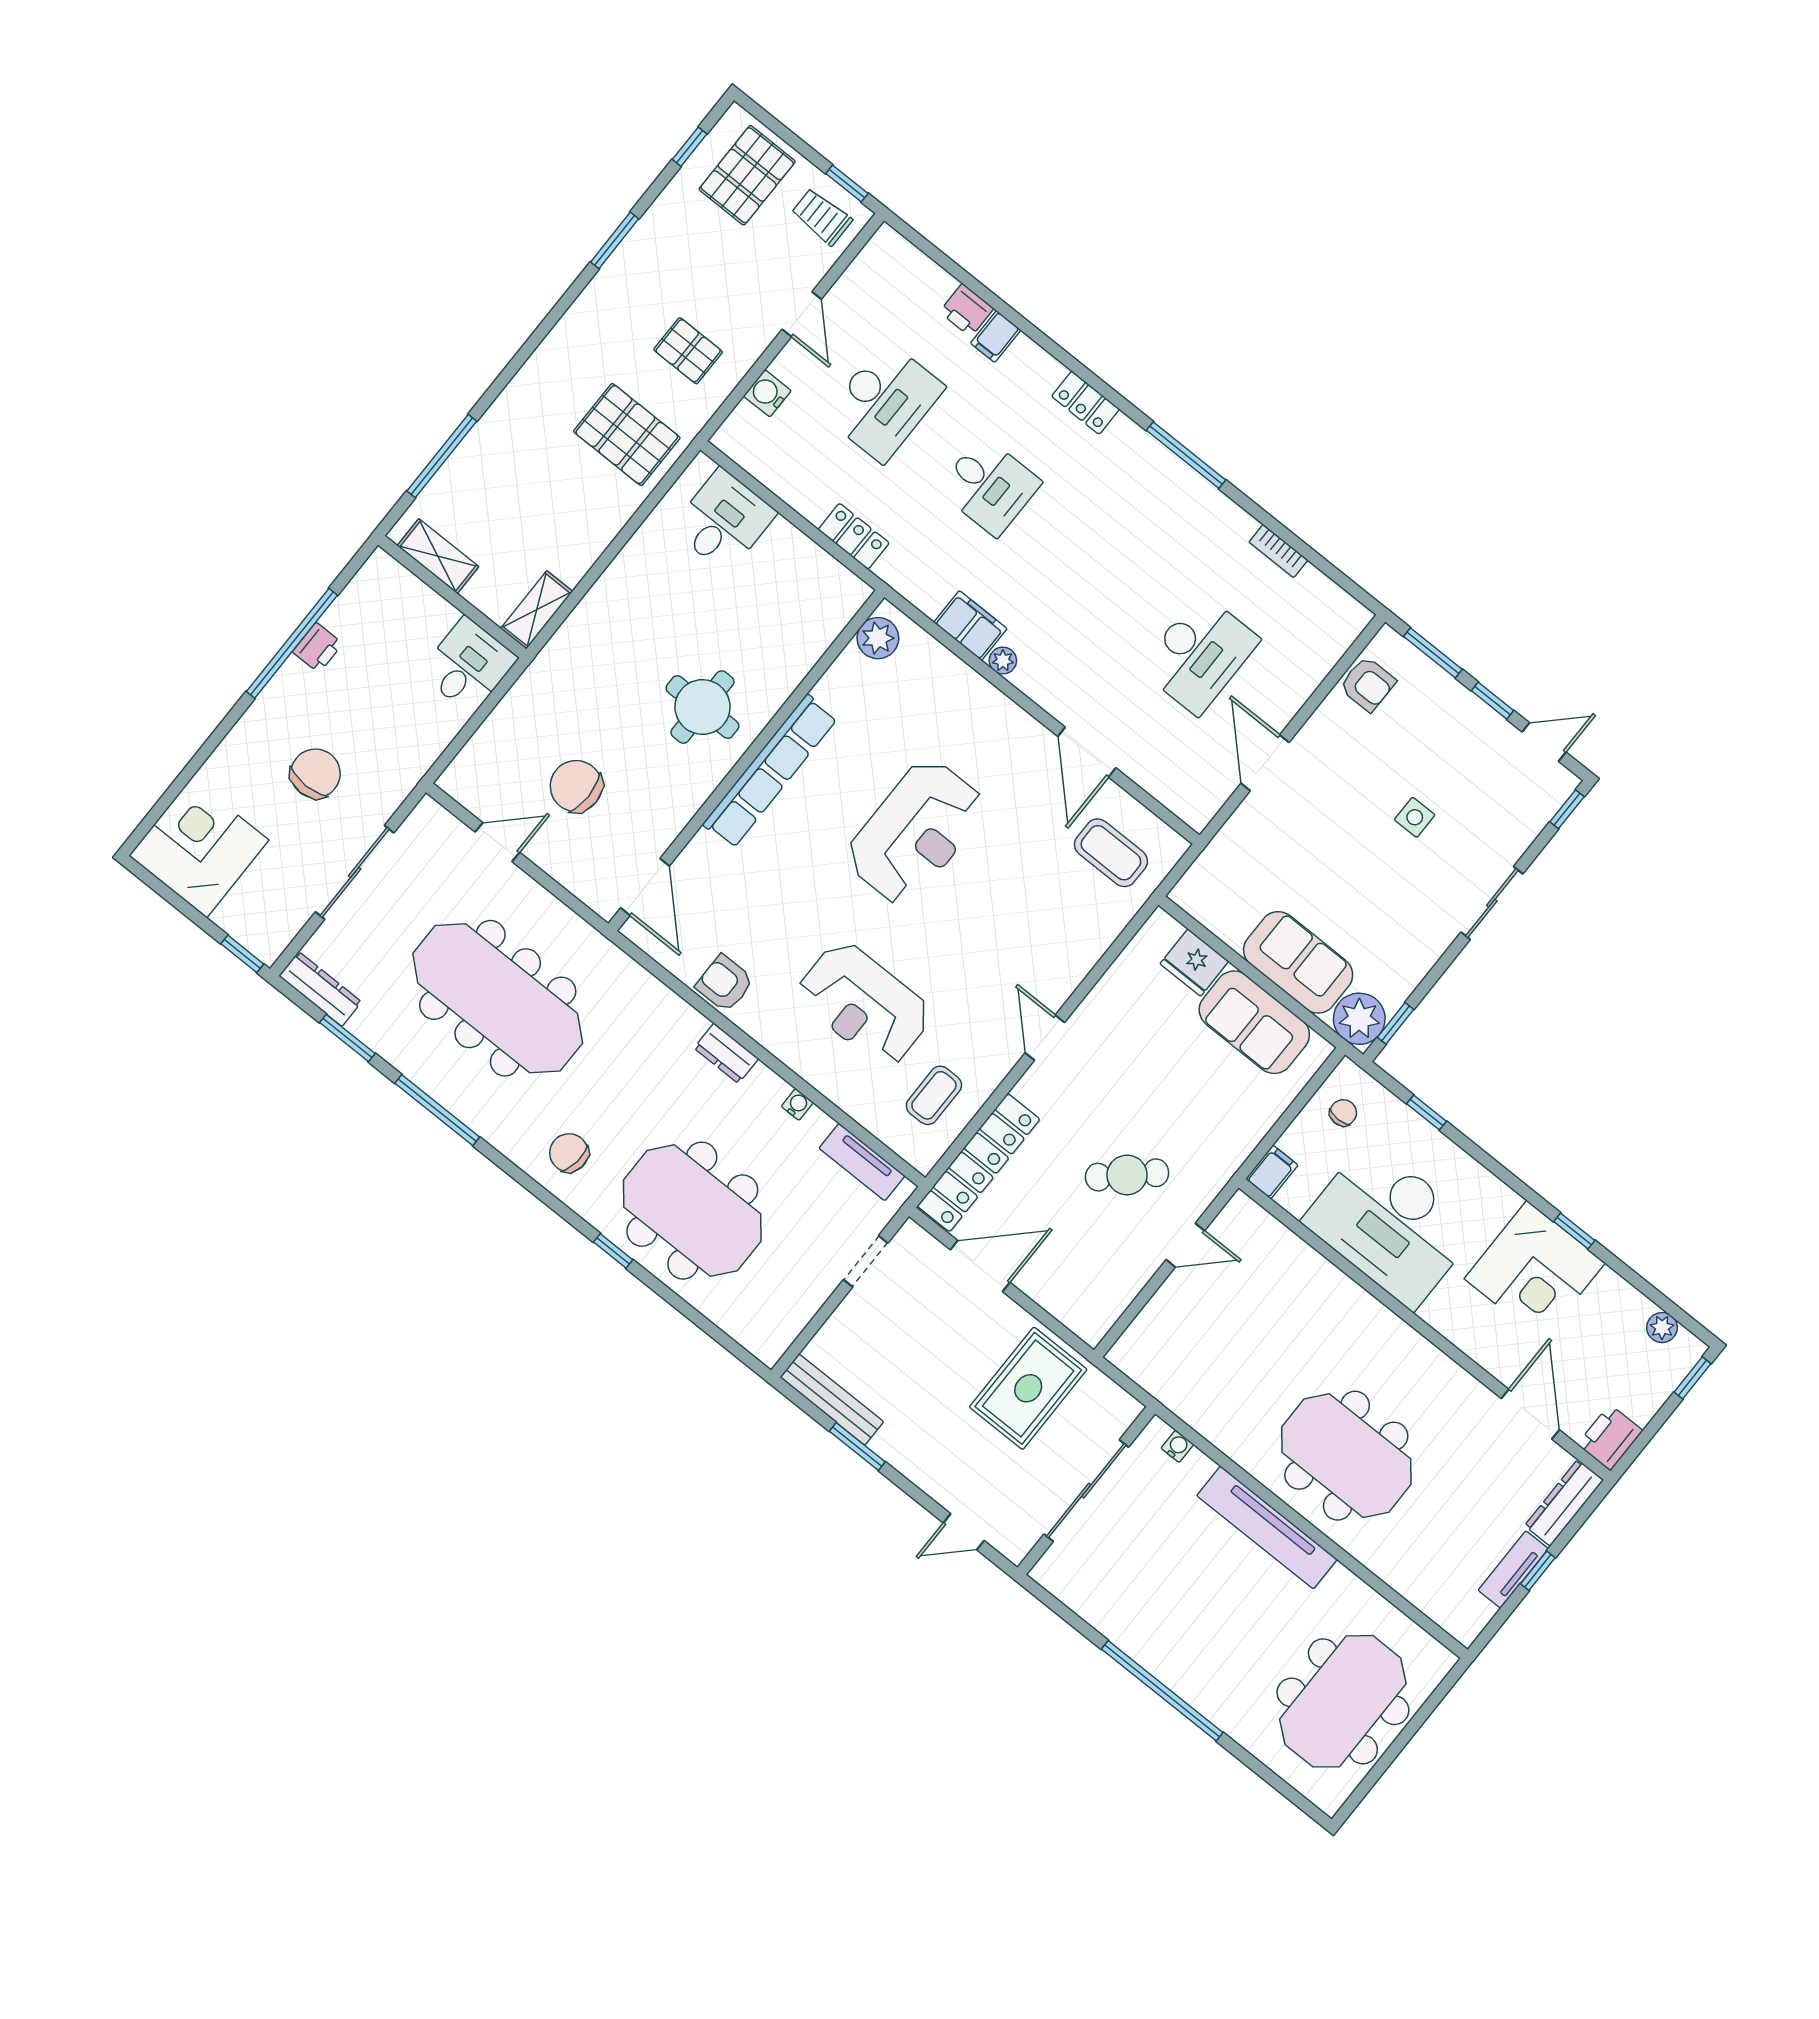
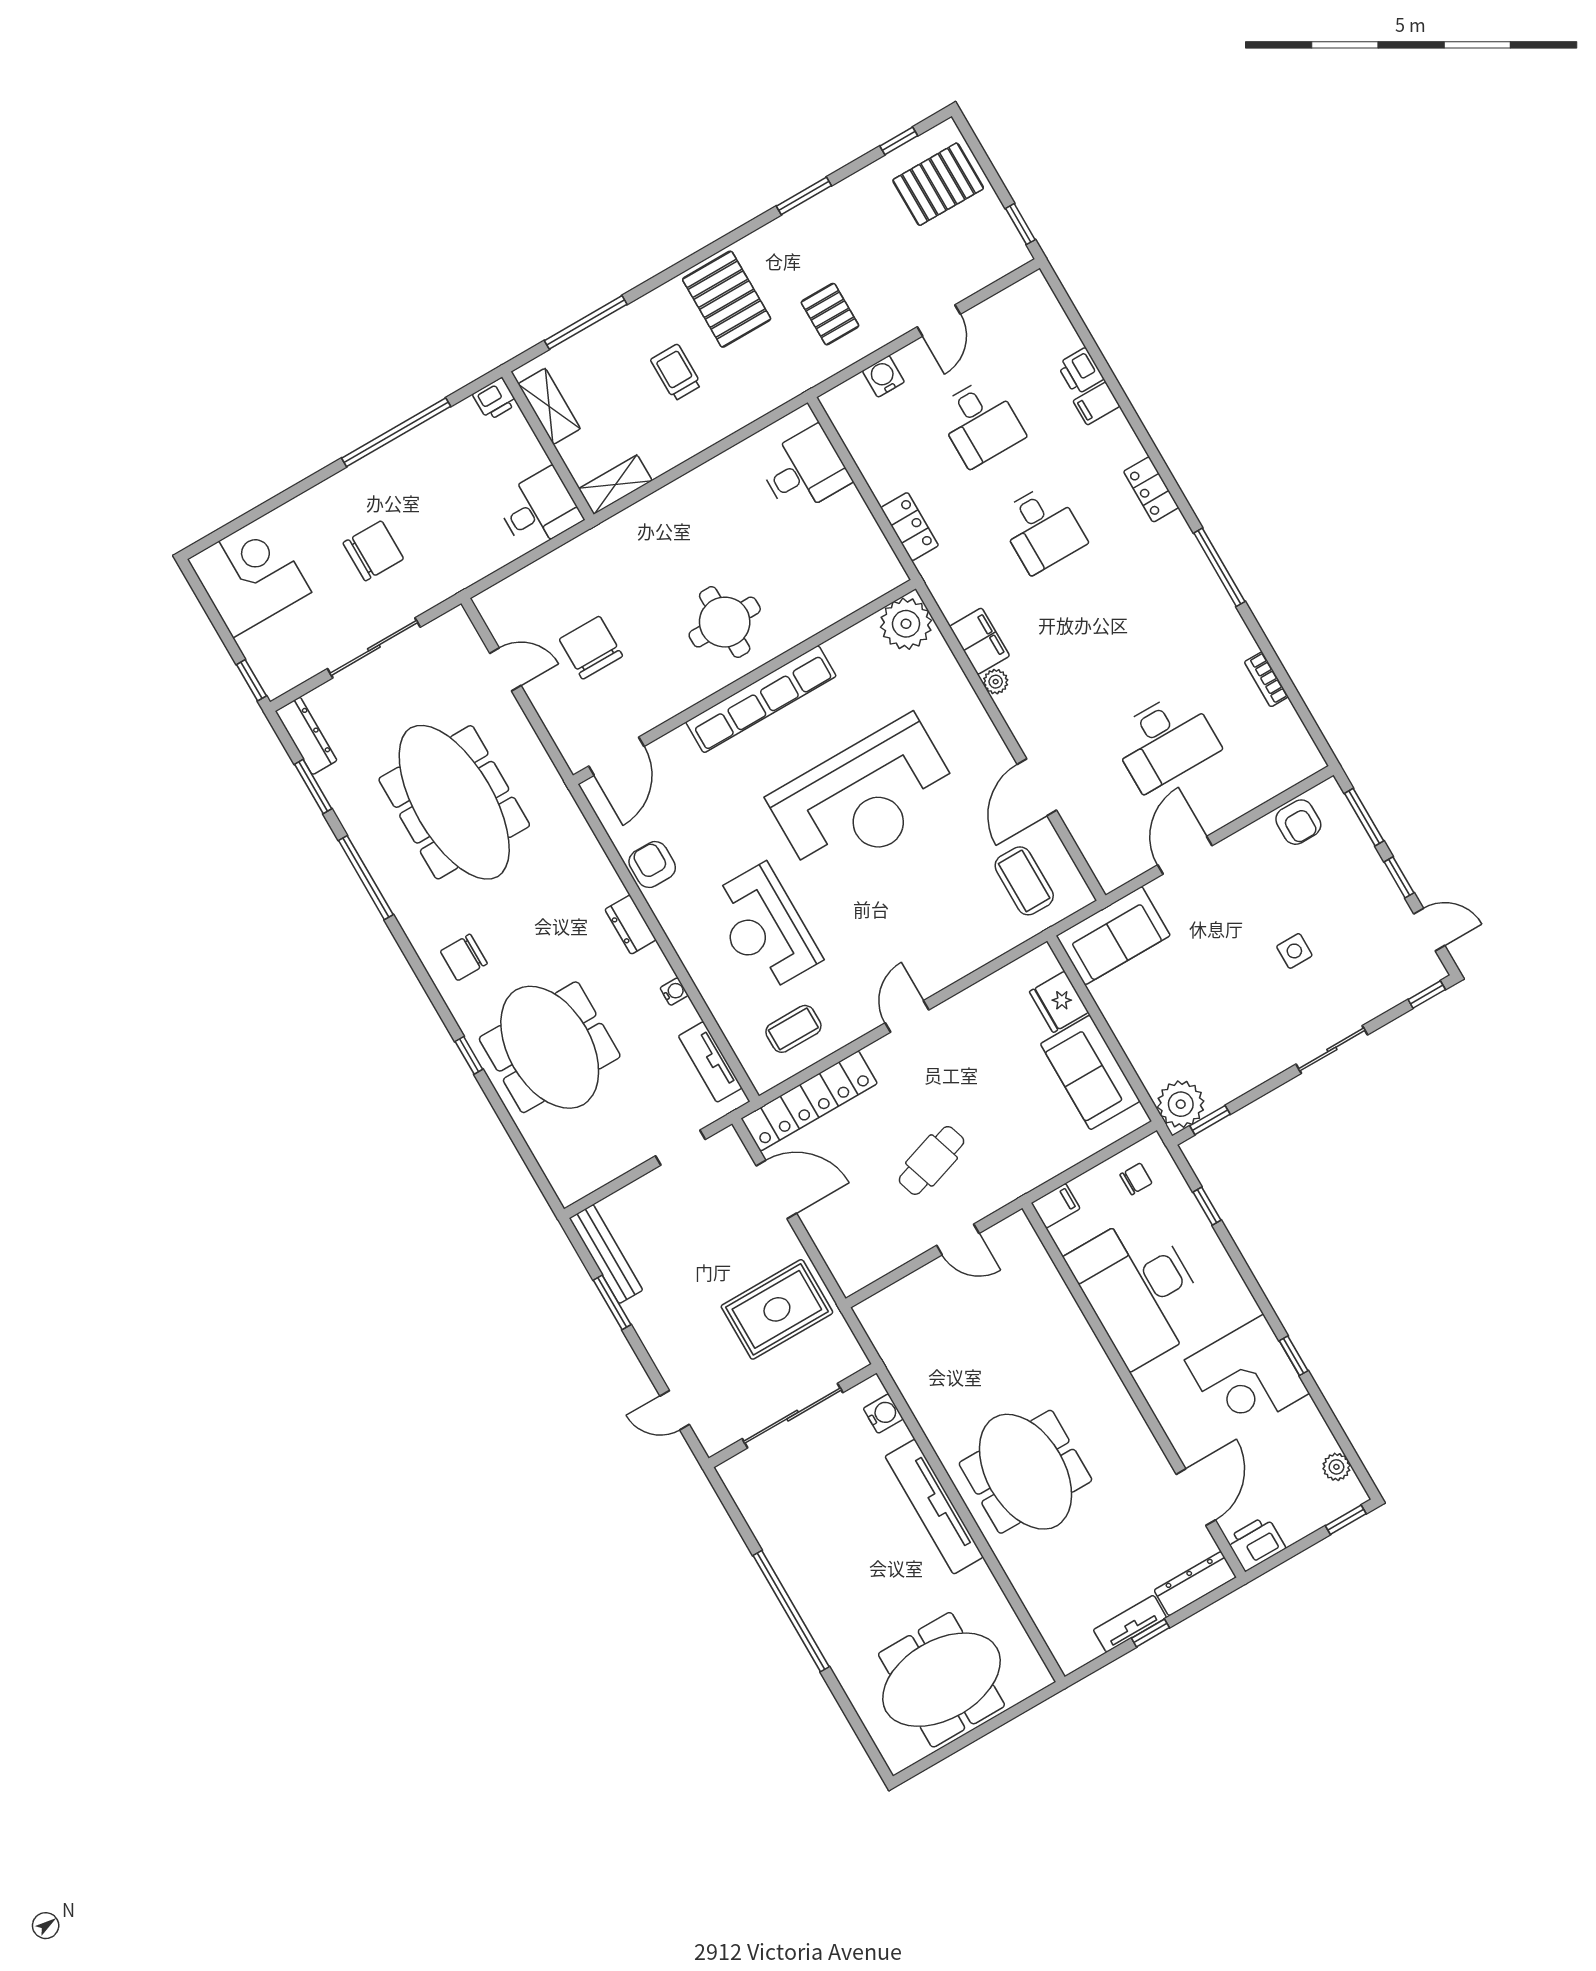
trolley: (822, 217) -> (676, 372), moved
desk: (884, 402) -> (980, 422), width x0.73
pallet: (627, 435) -> (727, 299), moved
plant: (878, 638) -> (906, 624), width x1.36, depth x1.36
printer: (318, 648) -> (495, 399), moved
reception desk: (916, 832) -> (865, 799), width x1.36, depth x1.30
sofa: (1298, 962) -> (1113, 936), moved, turned 90
chair: (569, 1153) -> (464, 957), turned -97
cafe table: (1127, 1175) -> (932, 1160), turned -65
water cooler: (1177, 1446) -> (883, 1414), width x1.38, depth x1.38

